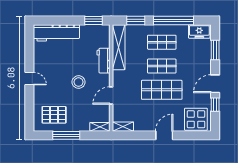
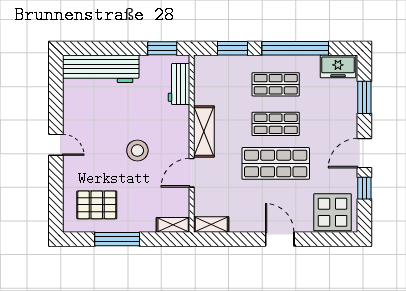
shelving: (119, 47) -> (204, 131), moved, width x0.68
workbench: (104, 61) -> (179, 84), moved
door: (164, 135) -> (280, 239), hinge flipped

